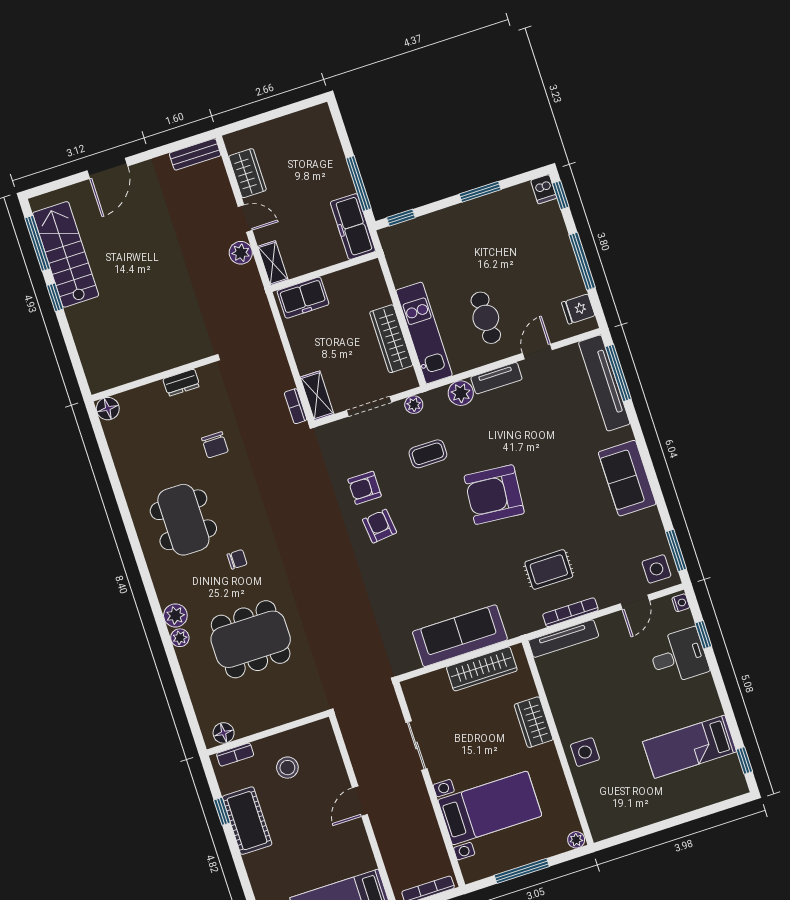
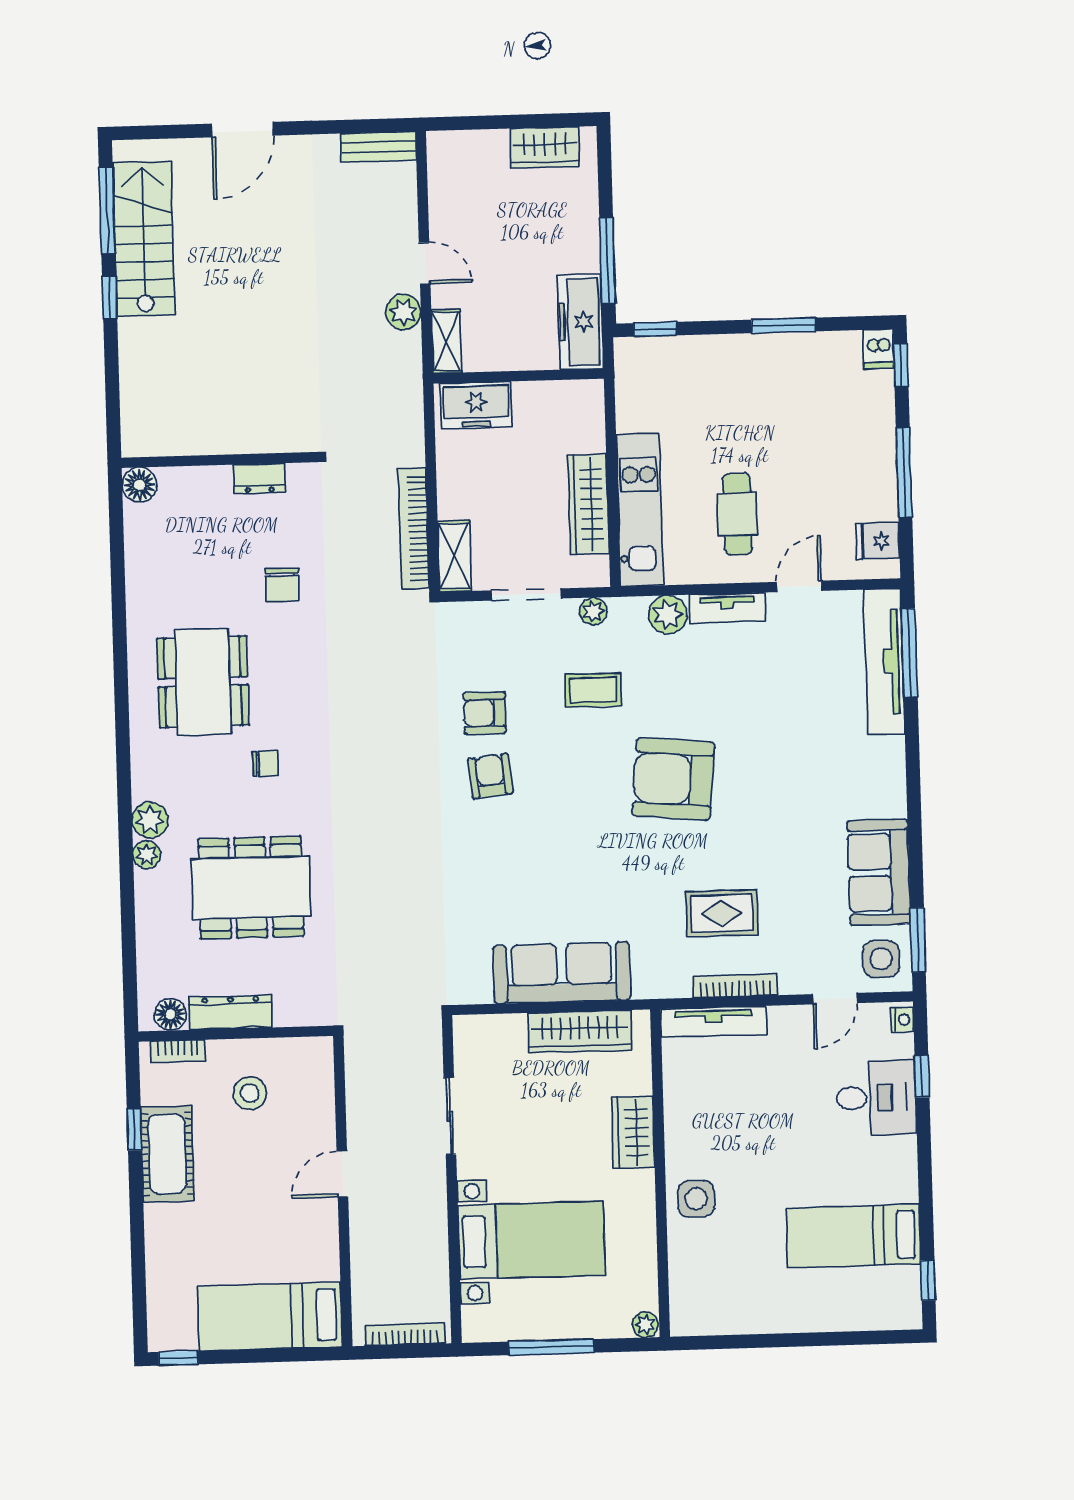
wardrobe: (248, 173) -> (545, 147), moved, turned 90
bookcase: (296, 406) -> (414, 528), width x2.31, depth x1.31
sofa: (627, 478) -> (879, 872), moved
dresser: (261, 721) -> (231, 1012), added

